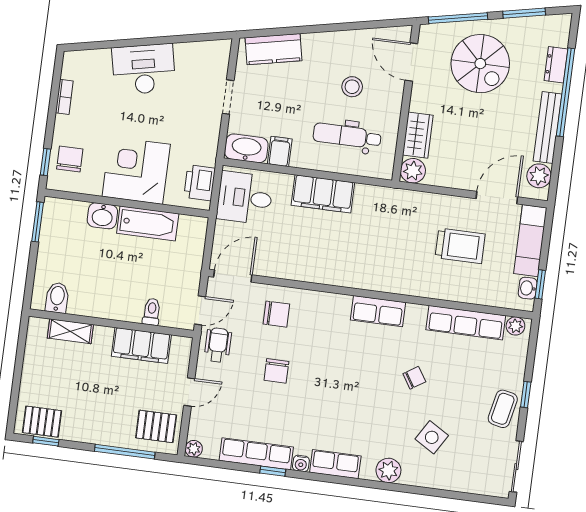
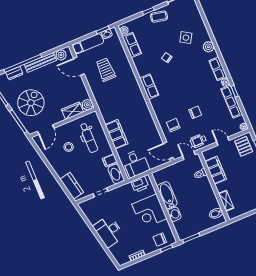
row of seats: (466, 323) -> (132, 45), width x0.68

